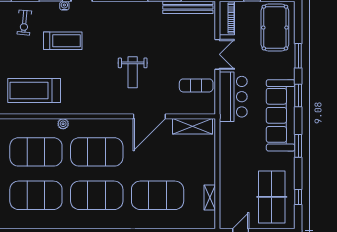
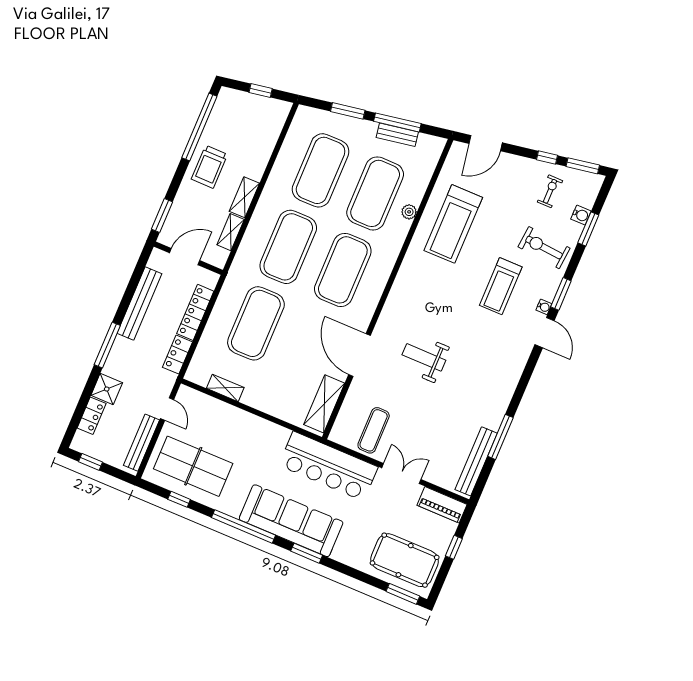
exercise bike: (24, 23) -> (544, 248), width x1.38, depth x1.39
double door: (217, 54) -> (401, 474), swing flipped
window: (298, 56) -> (403, 594), moved
treadmill: (34, 90) -> (453, 224), turned 180
bar counter: (233, 97) -> (328, 466), width x1.36
plant: (63, 124) -> (409, 212), moved
window: (298, 146) -> (243, 526), width x2.11

